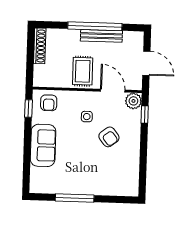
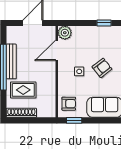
rug: (83, 71) -> (23, 90), moved
window: (145, 114) -> (104, 23), moved
armchair: (109, 137) -> (102, 68), moved

